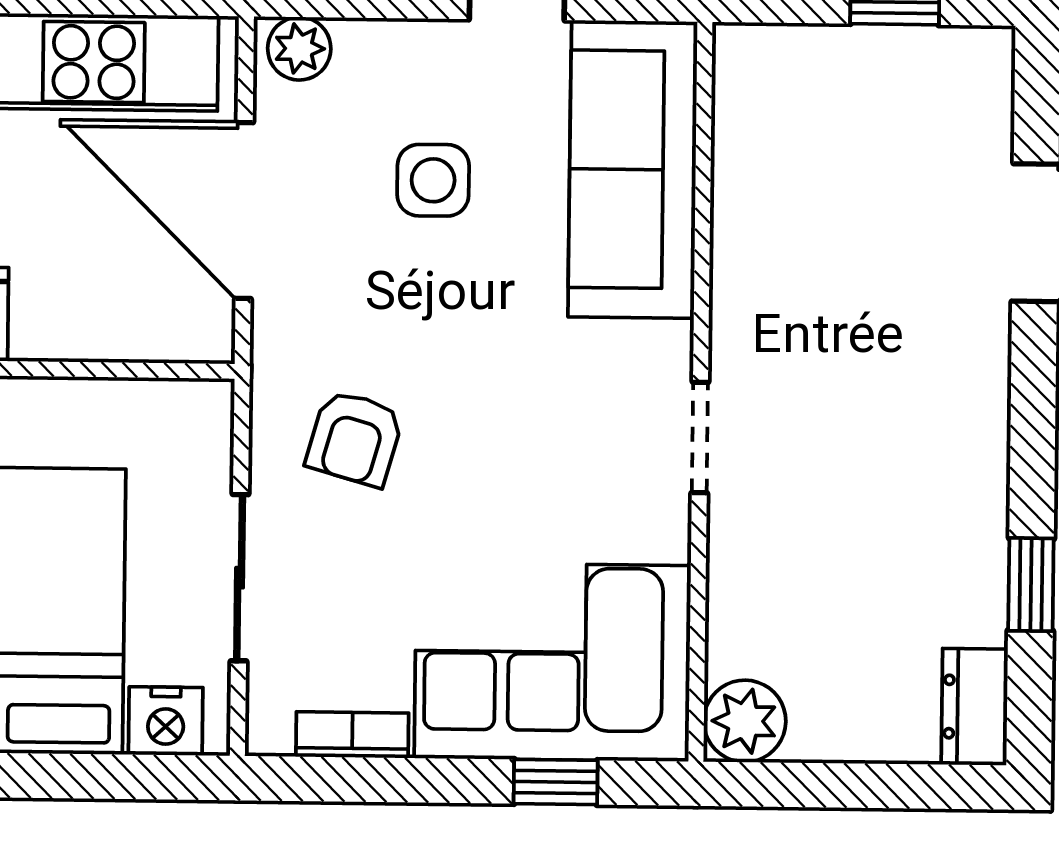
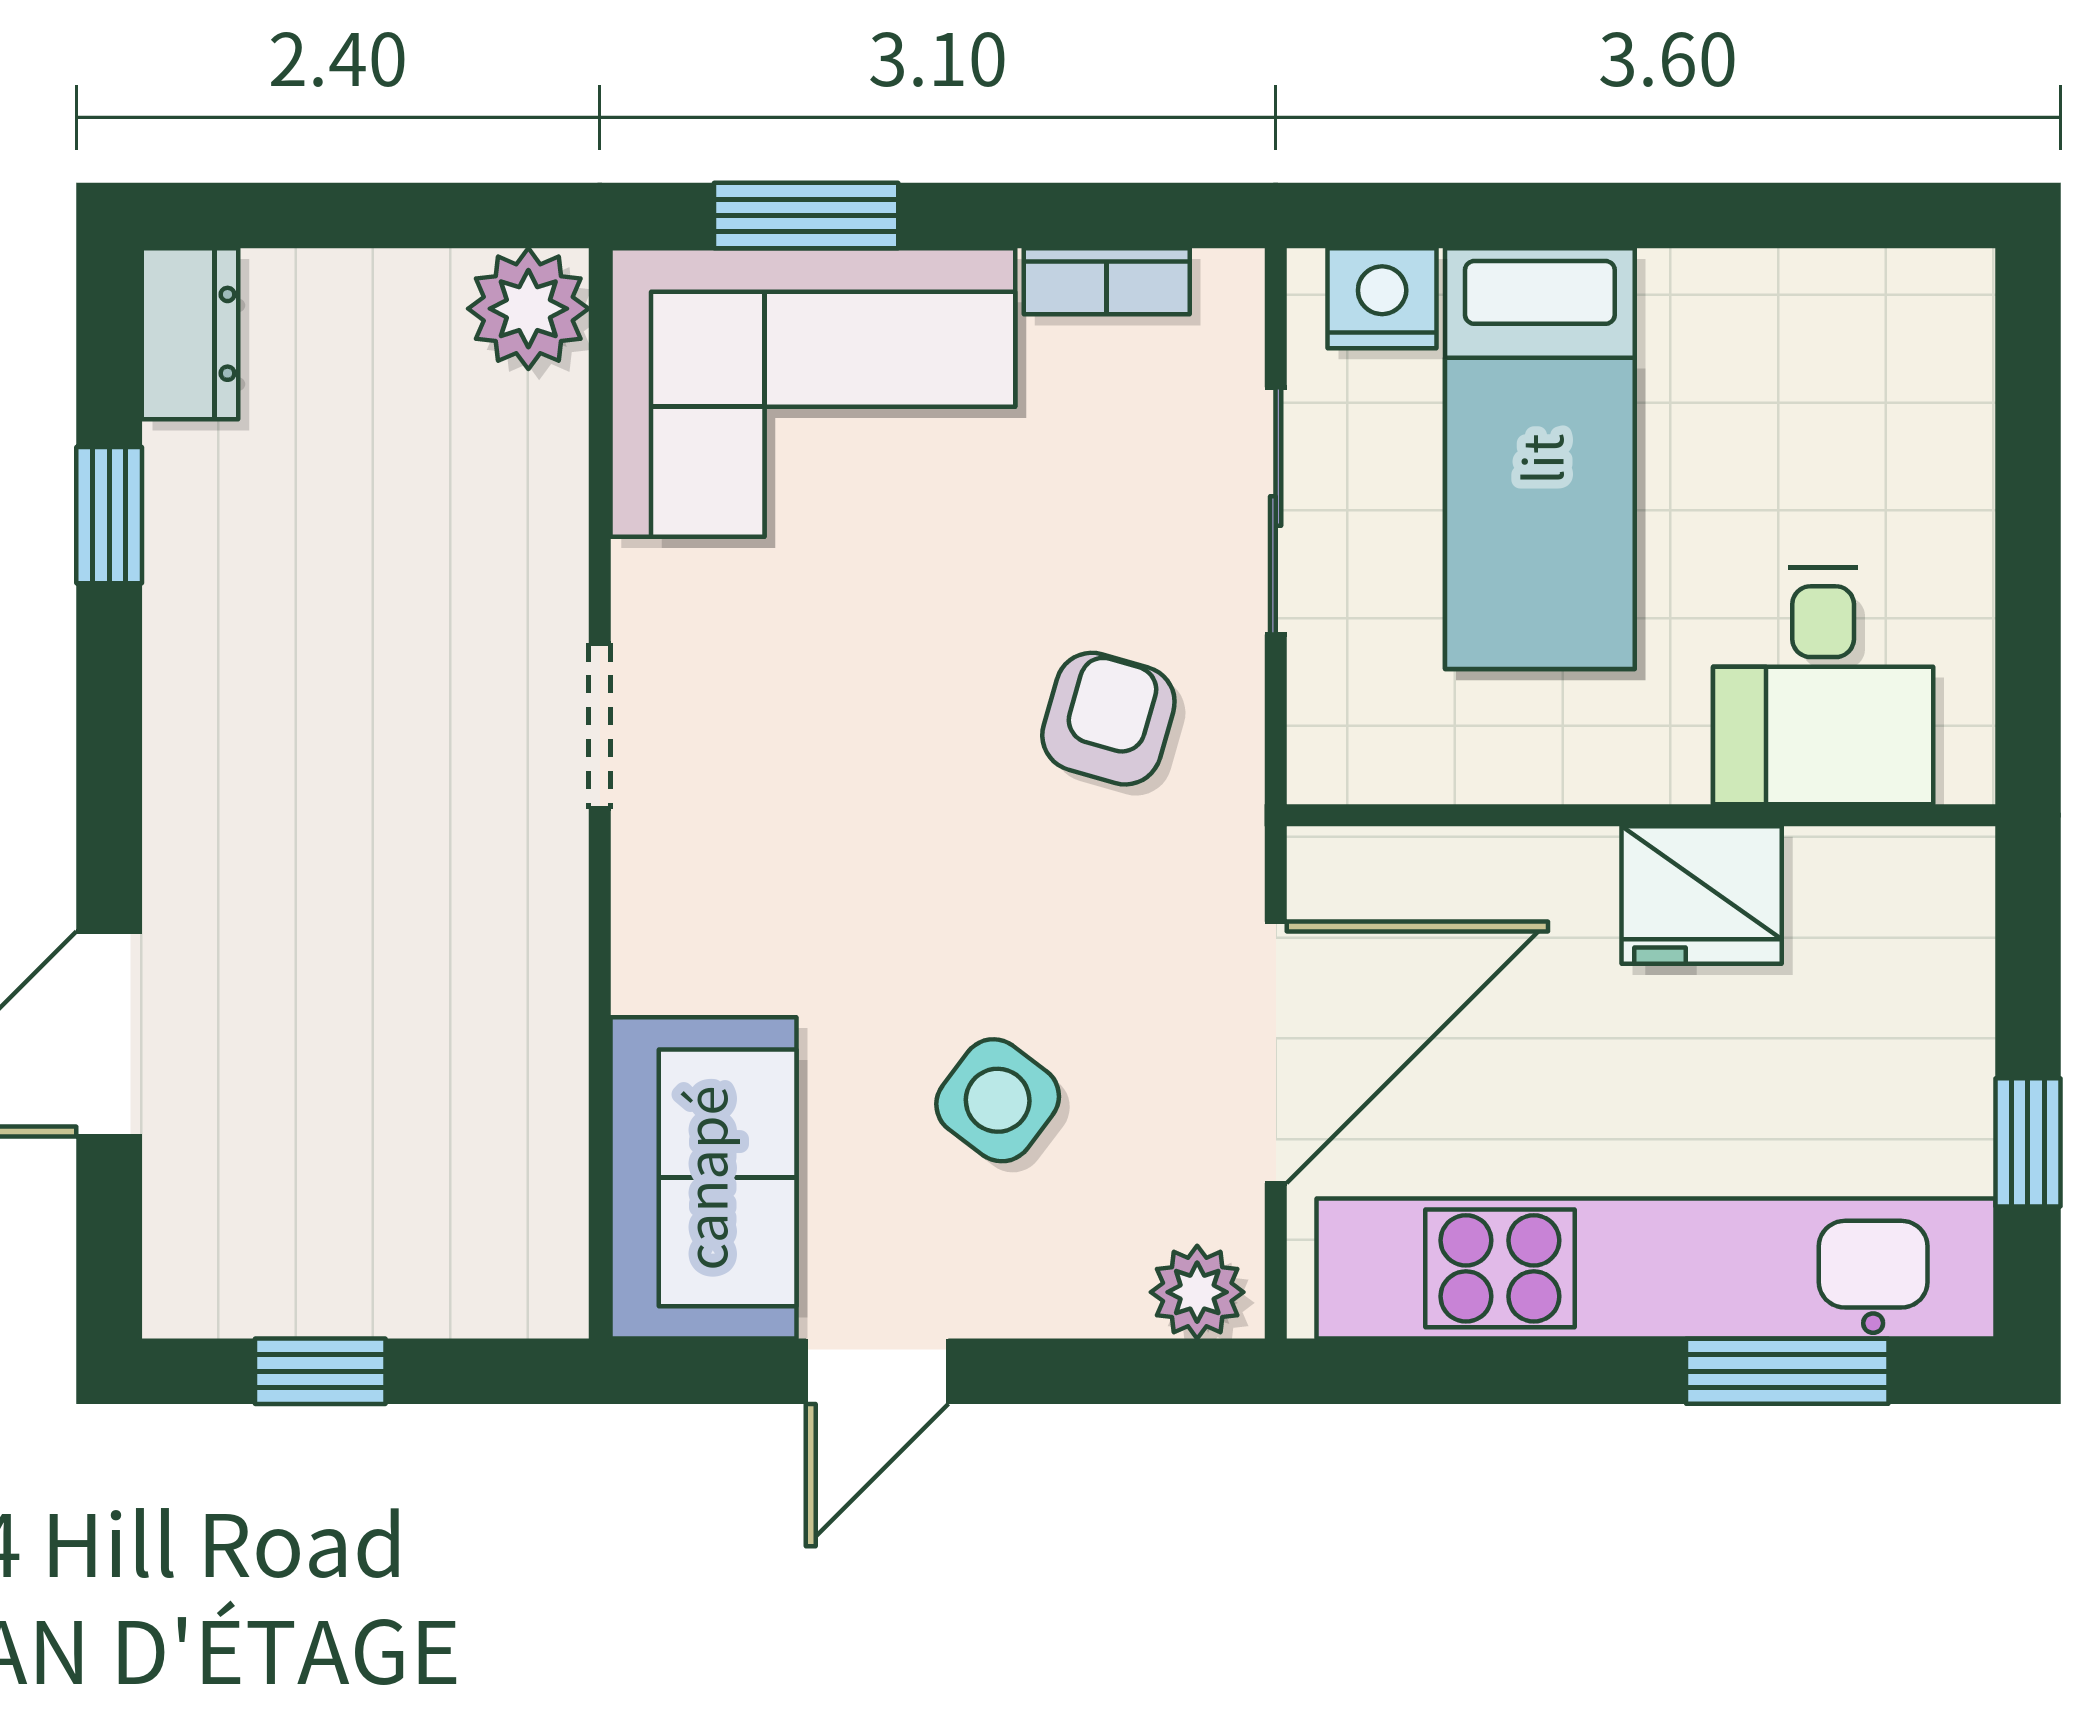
sofa: (633, 169) -> (704, 1178), width x0.73
side table: (433, 180) -> (998, 1100), turned 37
door: (244, 211) -> (1276, 1052), hinge flipped
window: (556, 782) -> (806, 215), width x1.50

